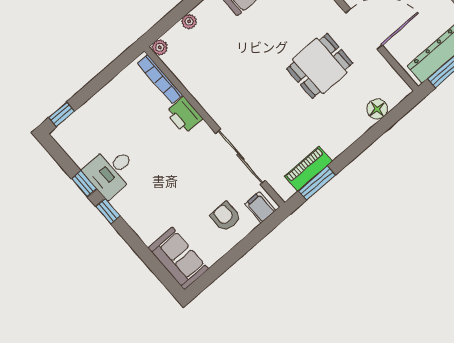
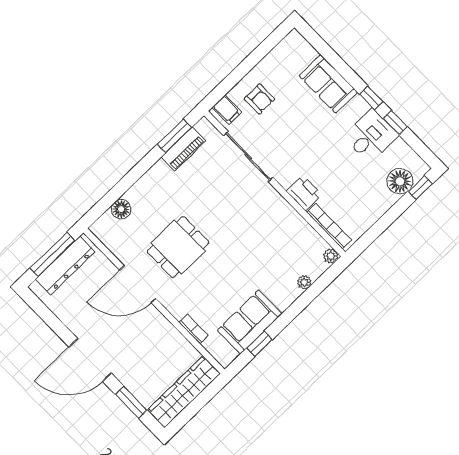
floor lamp: (83, 122) -> (400, 181), added
sofa: (178, 258) -> (328, 84), moved

